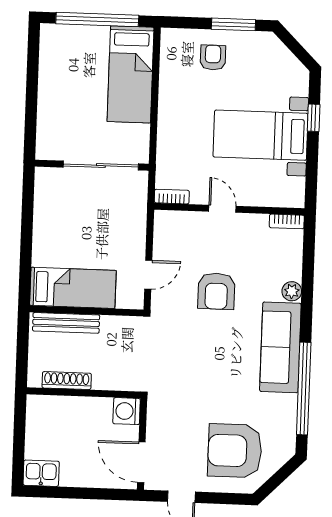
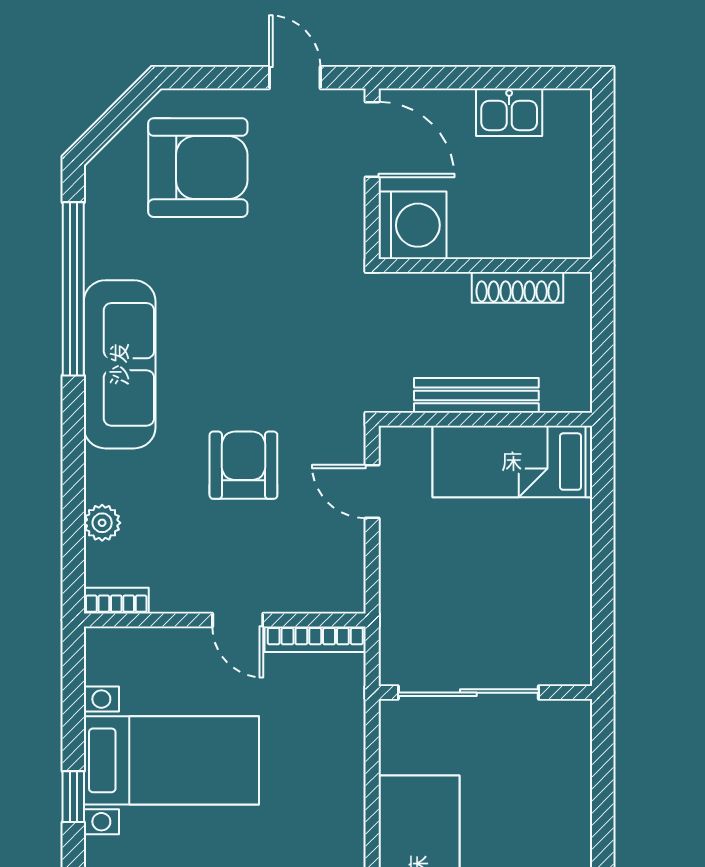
bookcase: (172, 197) -> (315, 639), width x1.56
door: (148, 275) -> (372, 491), hinge flipped
plant: (292, 291) -> (102, 523), moved
bench: (66, 323) -> (476, 395), moved
washing machine: (127, 411) -> (412, 225), width x1.37, depth x1.37
kitchen sink: (41, 473) -> (509, 112), moved

